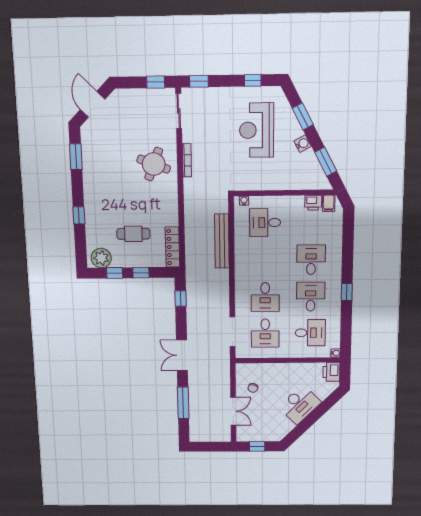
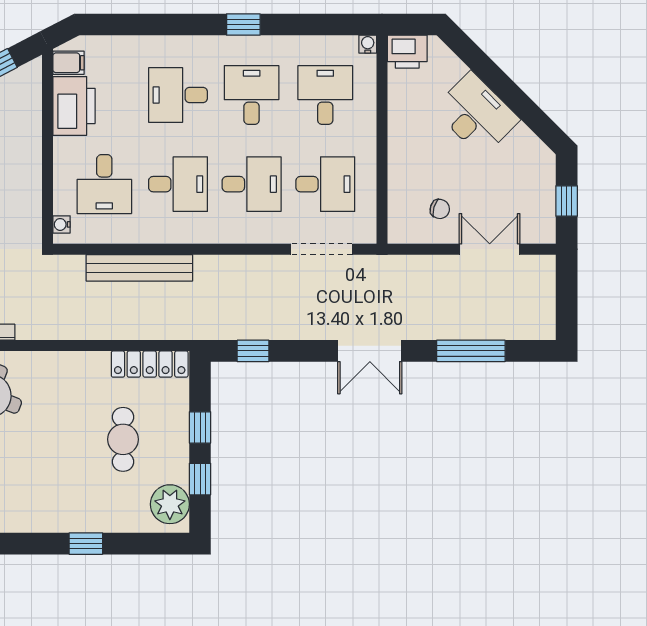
printer: (313, 203) -> (74, 106), width x1.87, depth x1.48
desk: (265, 260) -> (178, 184), added
desk: (311, 297) -> (252, 95), turned 90

